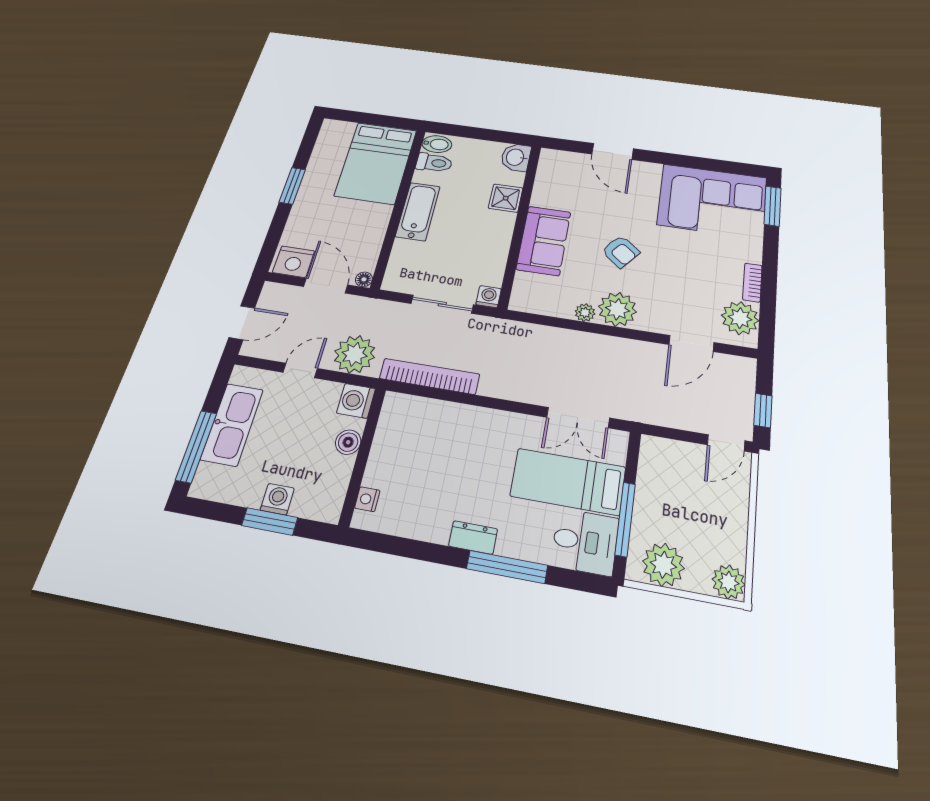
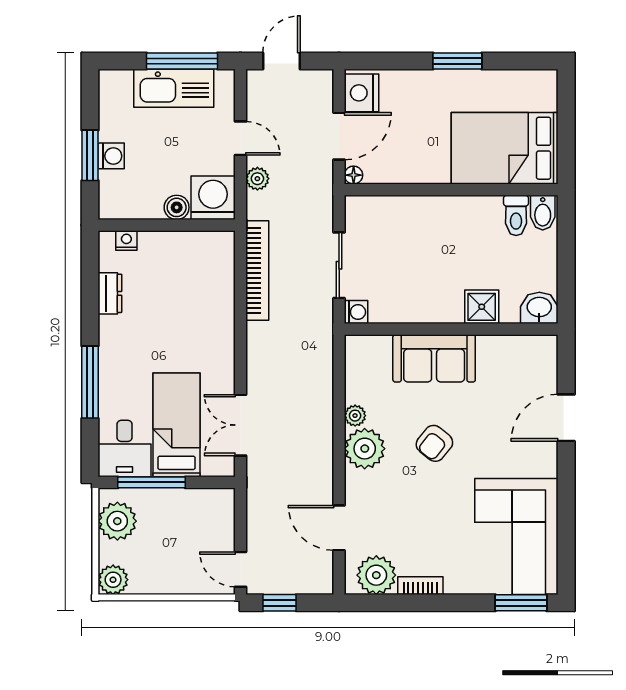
bathtub: (418, 211) -> (448, 212), removed
door: (242, 323) -> (281, 61), swing flipped
plant: (355, 354) -> (257, 179), width x0.53, depth x0.53
washing machine: (356, 401) -> (213, 198), width x1.37, depth x1.37
window: (196, 446) -> (182, 61), moved
dresser: (473, 537) -> (110, 293), moved

